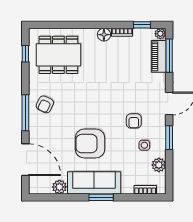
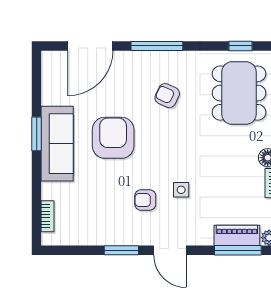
armchair: (45, 104) -> (167, 96), moved
side table: (144, 145) -> (181, 190), moved
plant: (159, 165) -> (83, 235), removed
plant: (59, 187) -> (51, 94), removed
window: (101, 197) -> (37, 134), moved

